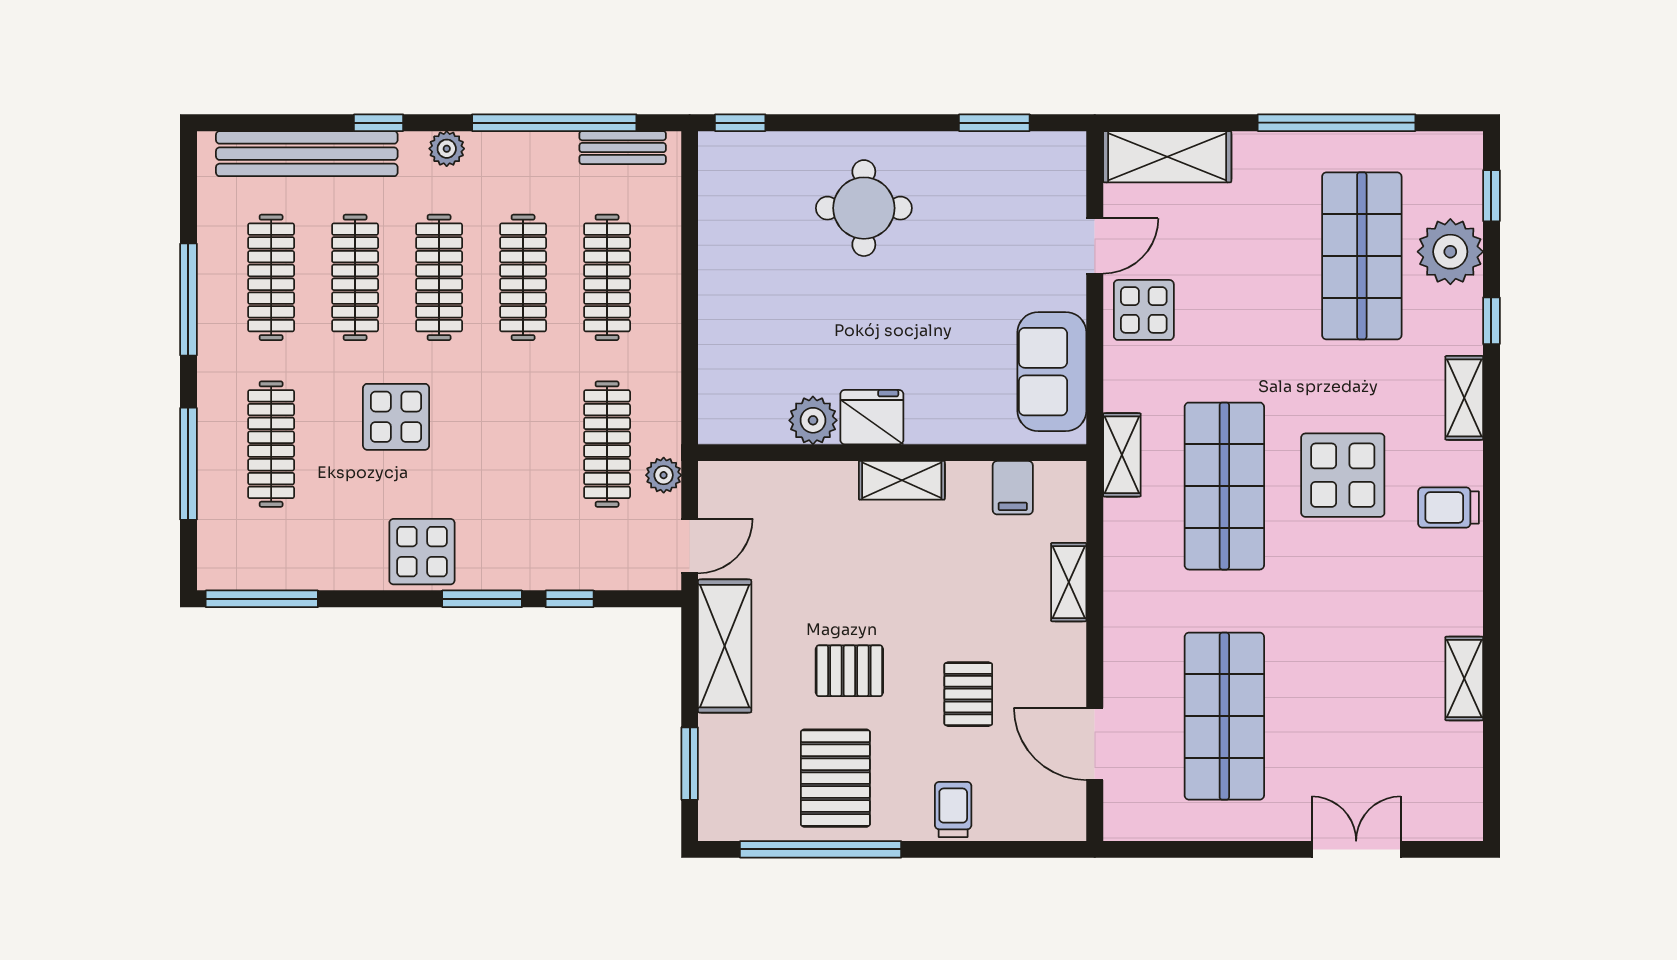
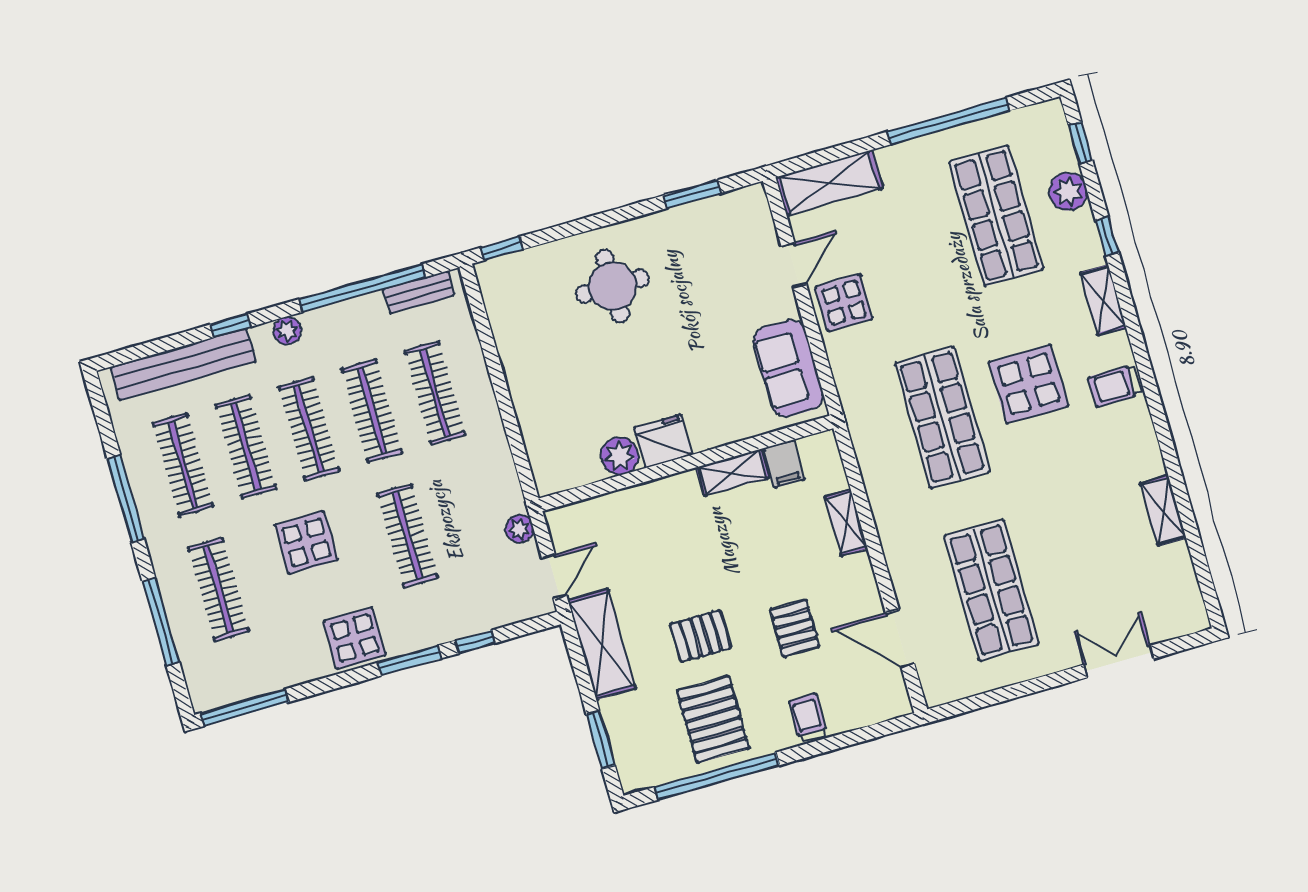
plant: (1450, 252) -> (1068, 192), width x0.73, depth x0.73
clothes rail: (607, 444) -> (407, 536), moved
shelving: (1122, 455) -> (859, 416), removed
shelving: (902, 480) -> (733, 473), moved

